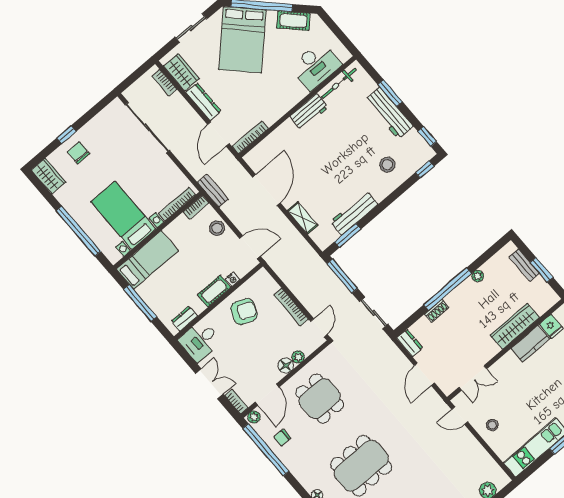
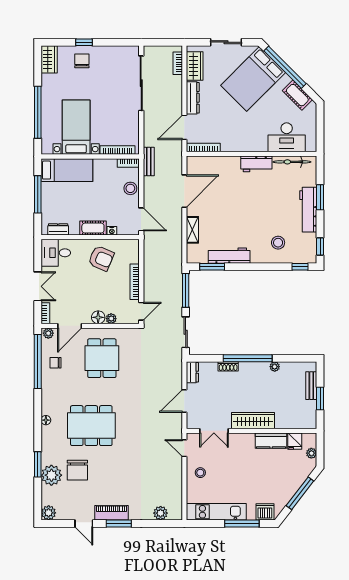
wardrobe: (515, 326) -> (253, 421), moved

